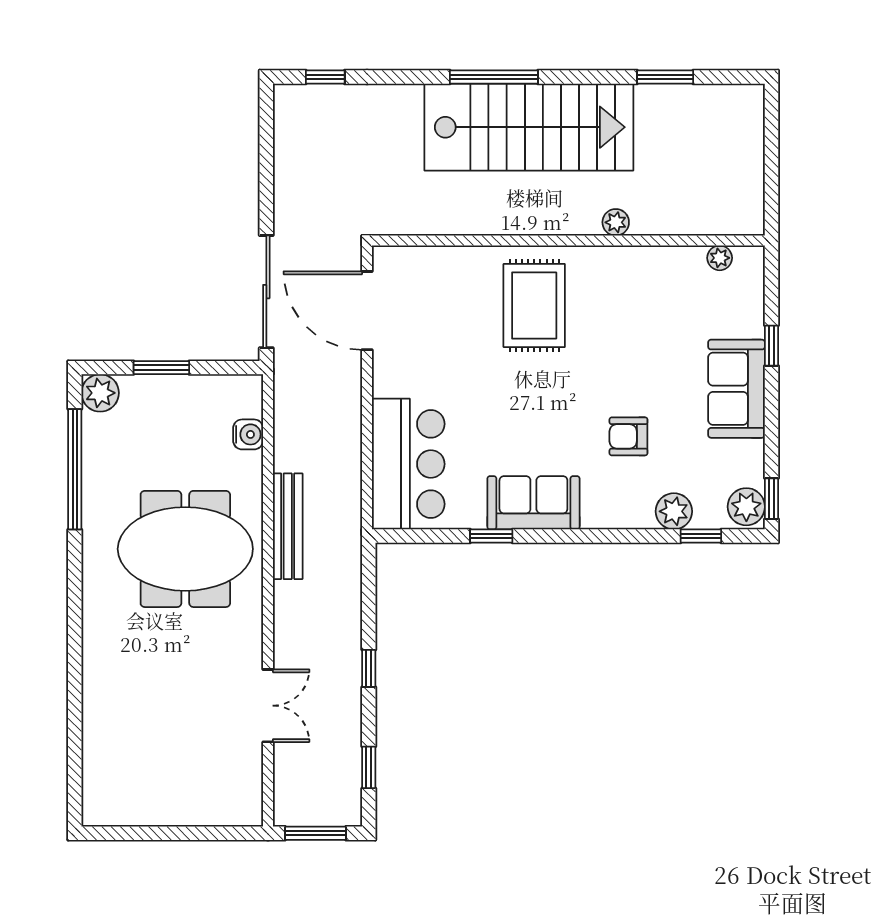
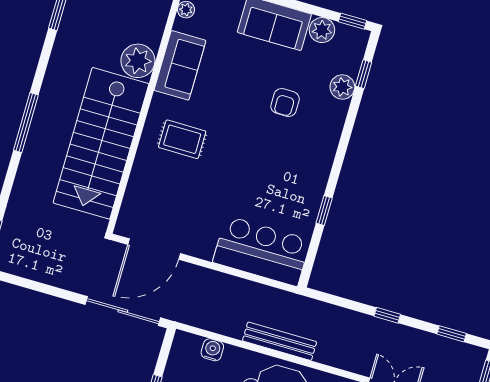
stairs: (529, 127) -> (101, 143), moved, turned 180
plant: (616, 222) -> (138, 61), width x1.88, depth x1.88
rug: (534, 306) -> (182, 139), width x0.73, depth x0.70
sofa: (533, 503) -> (180, 65), moved, turned 180
plant: (746, 507) -> (322, 30), moved

